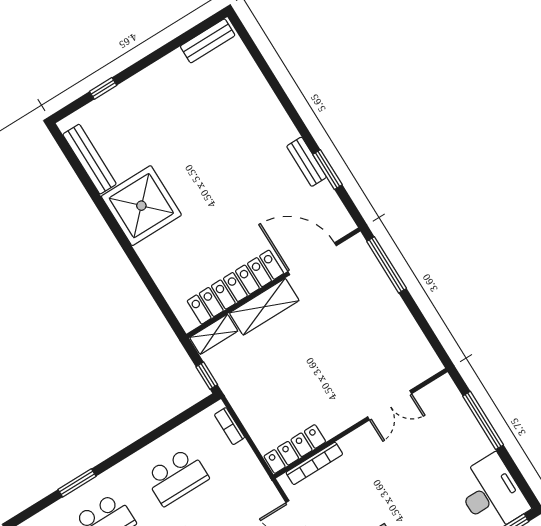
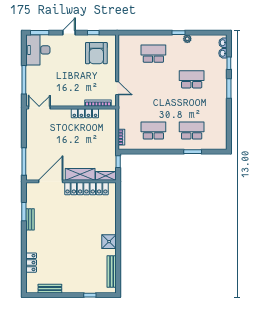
bench: (208, 41) -> (50, 289), moved
locker: (253, 81) -> (31, 263), added
shower: (141, 206) -> (109, 242), width x0.54, depth x0.54
door: (312, 259) -> (51, 181), swing flipped
double door: (390, 405) -> (39, 107), moved
locker: (295, 449) -> (85, 113), moved

